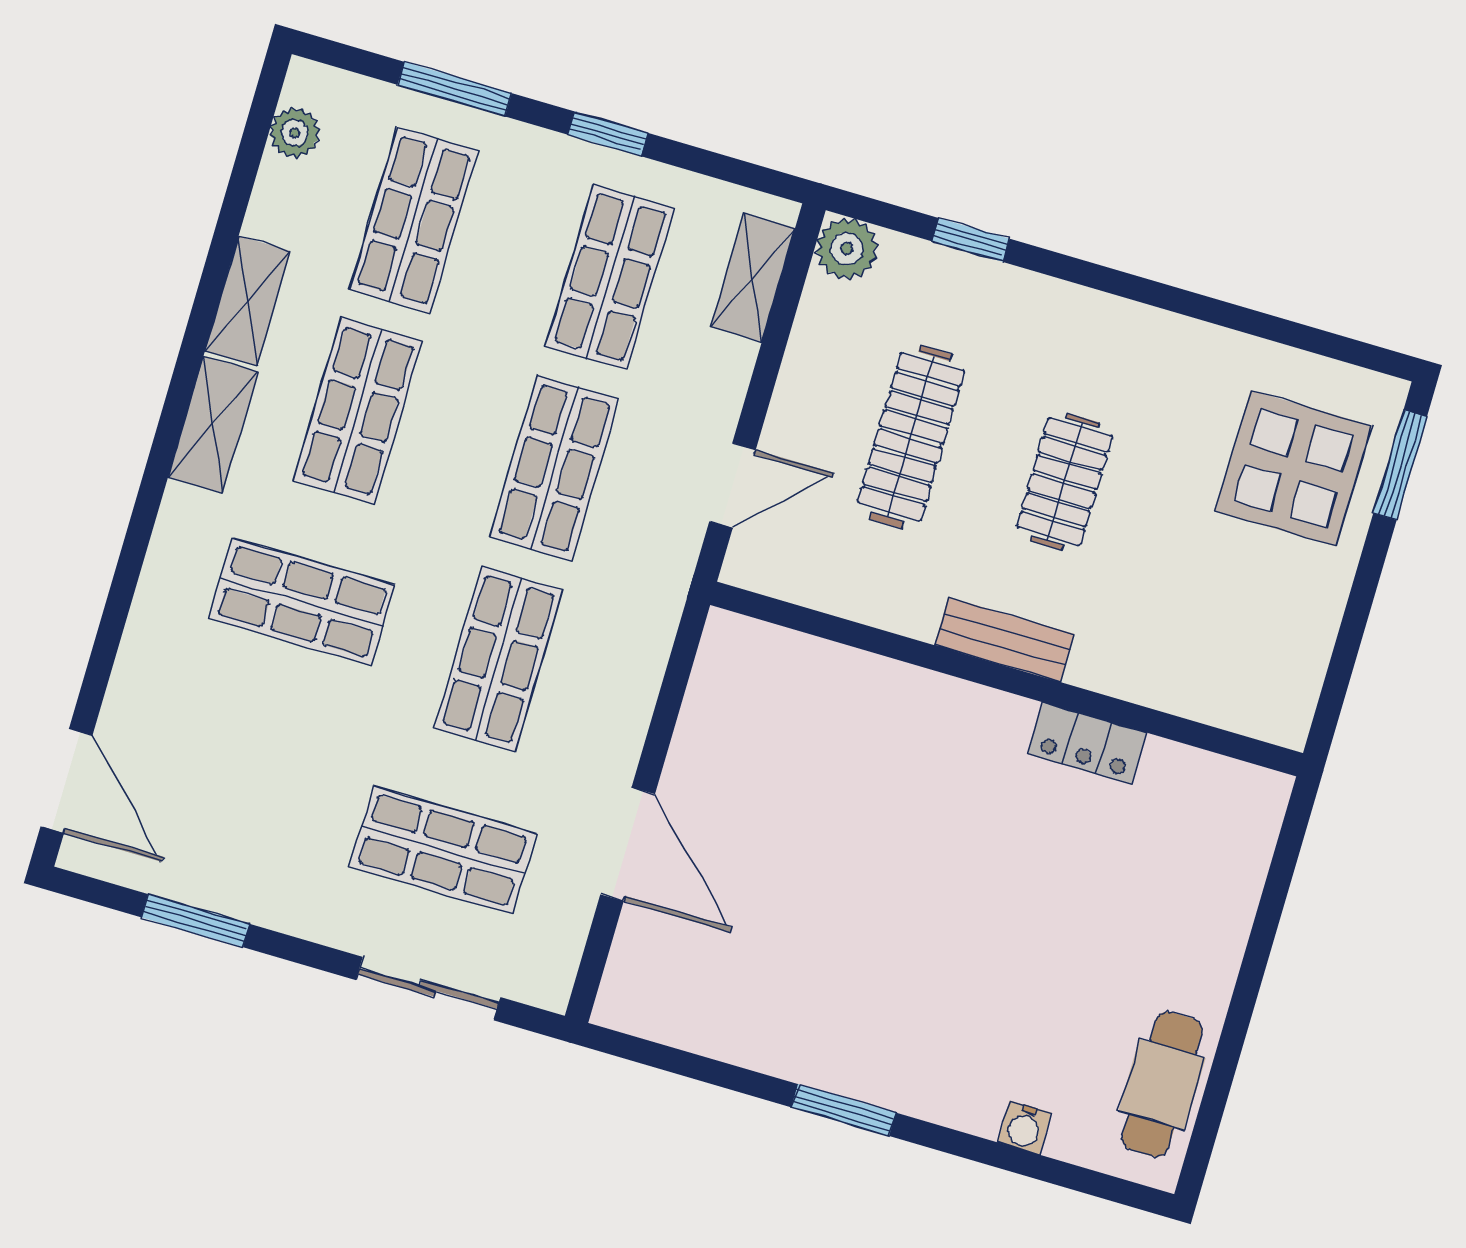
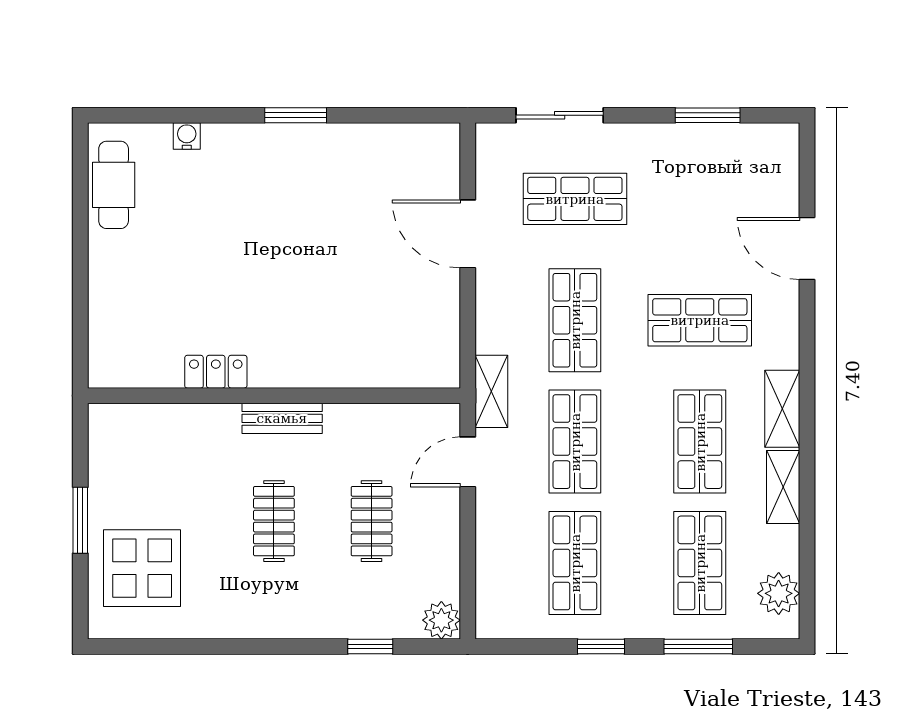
plant: (295, 133) -> (779, 593), width x1.38, depth x1.38
shelving: (753, 277) -> (491, 391), moved
clothes rail: (911, 437) -> (372, 521), width x0.73
window: (1400, 465) -> (80, 520), moved
door: (66, 781) -> (807, 248), moved

